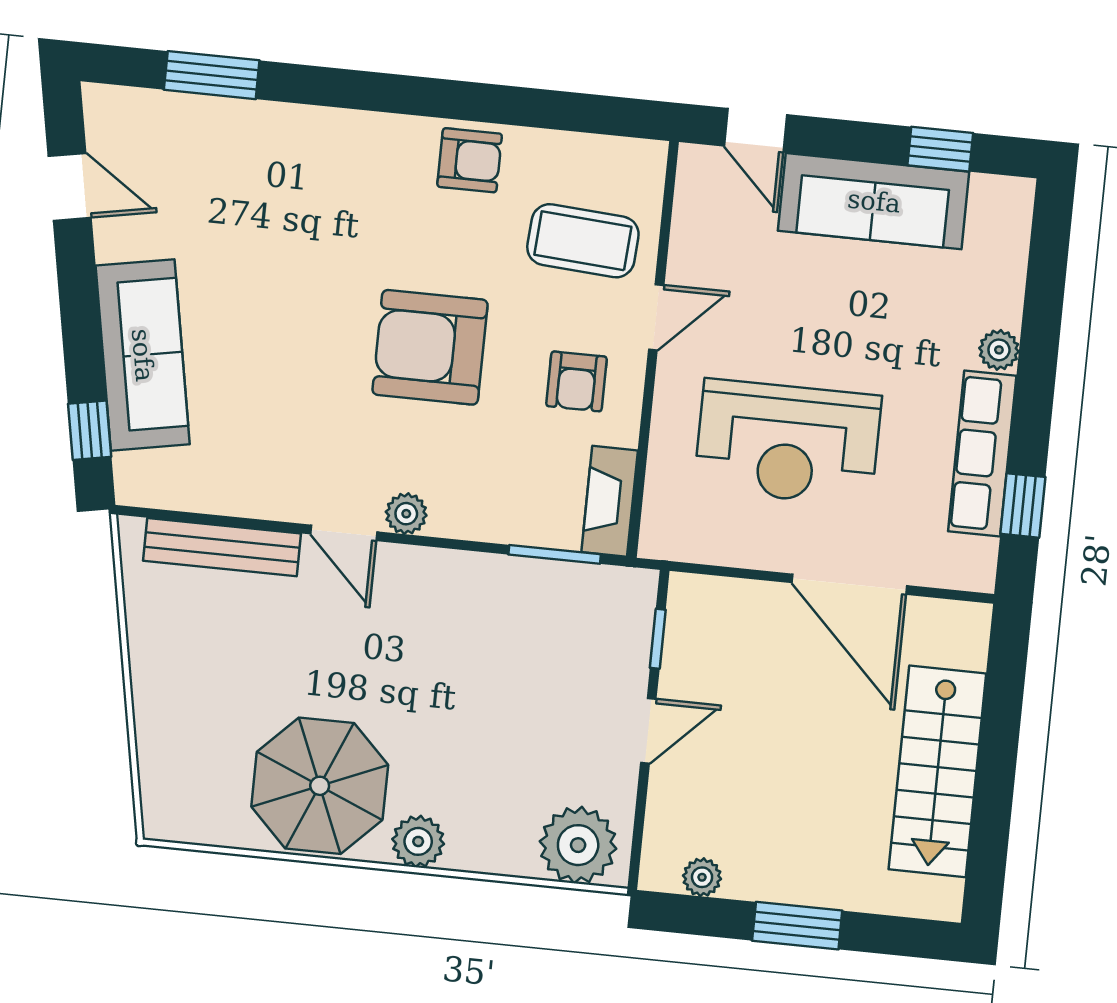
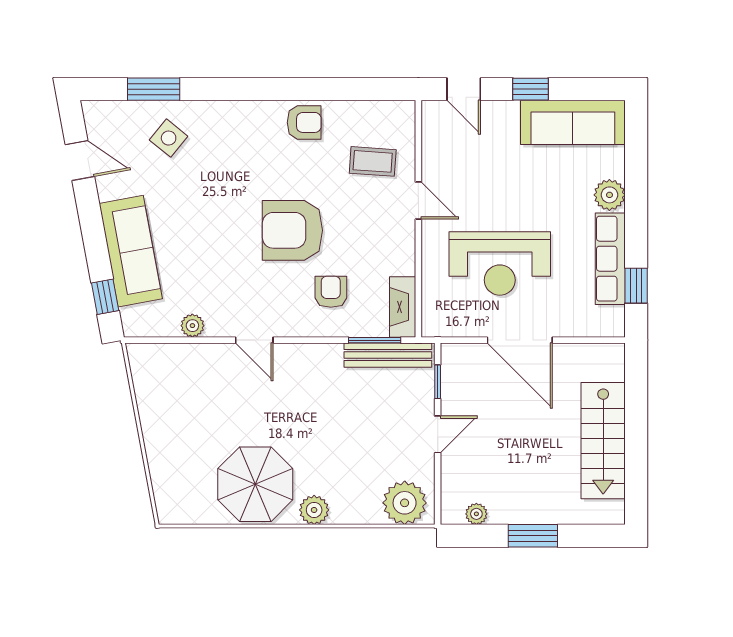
window: (940, 149) -> (531, 89), moved
side table: (229, 163) -> (169, 138), added
sofa: (874, 201) -> (573, 122), moved
coffee table: (583, 241) -> (373, 161), width x0.73, depth x0.77
door: (656, 317) -> (418, 200), hinge flipped
plant: (999, 350) -> (609, 195), width x1.38, depth x1.38
armchair: (577, 381) -> (331, 292), moved, turned 180
plant: (406, 514) -> (192, 326), moved
bench: (222, 547) -> (388, 355), moved
door: (849, 584) -> (520, 340), moved

